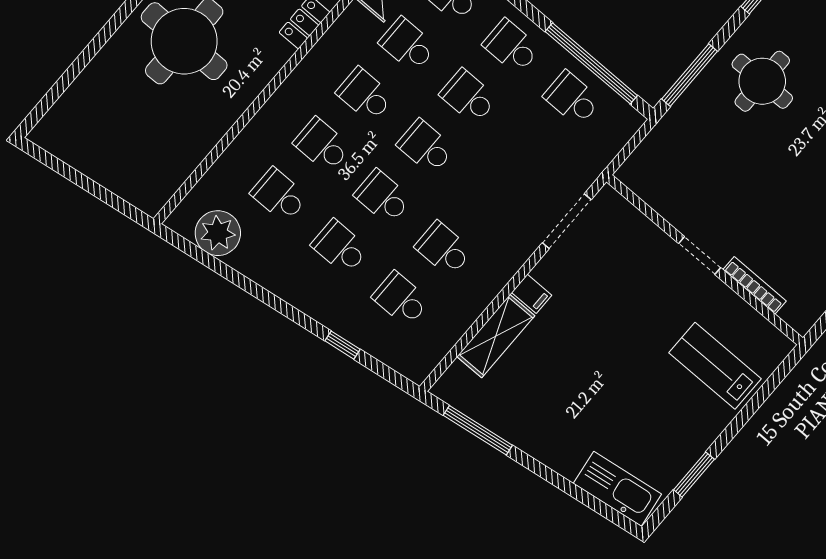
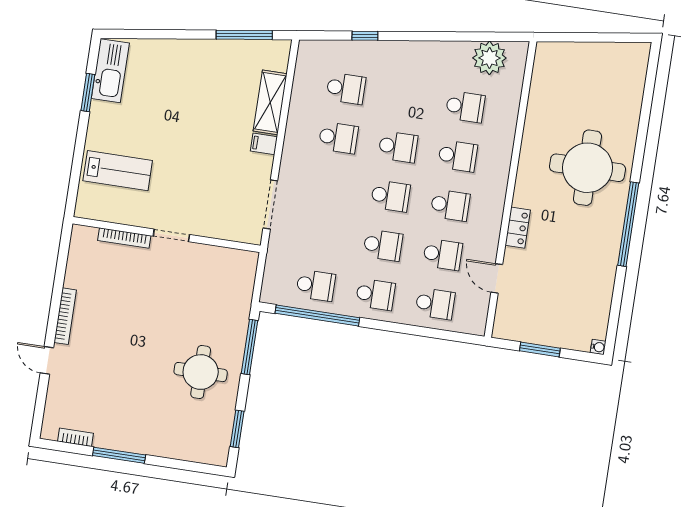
school desk: (340, 247) -> (406, 98), removed
kitchen sink: (617, 489) -> (110, 71), moved, turned -82

